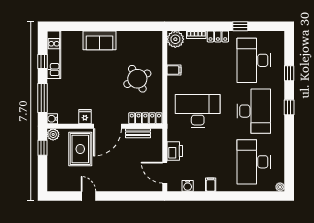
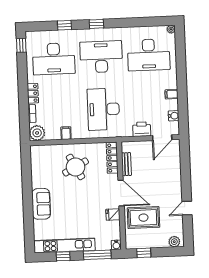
window: (240, 26) -> (21, 45), moved
kitchen unit: (54, 55) -> (64, 245), width x1.36
plant: (53, 134) -> (174, 242), moved

